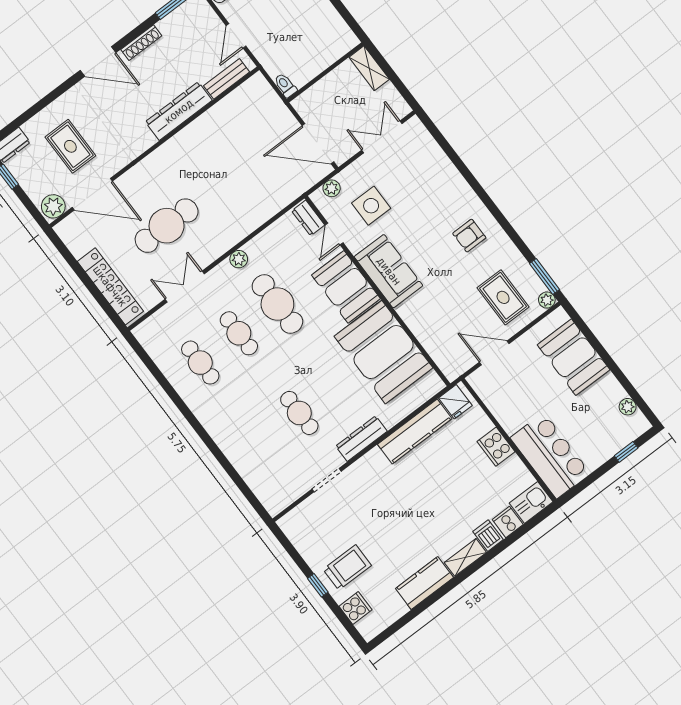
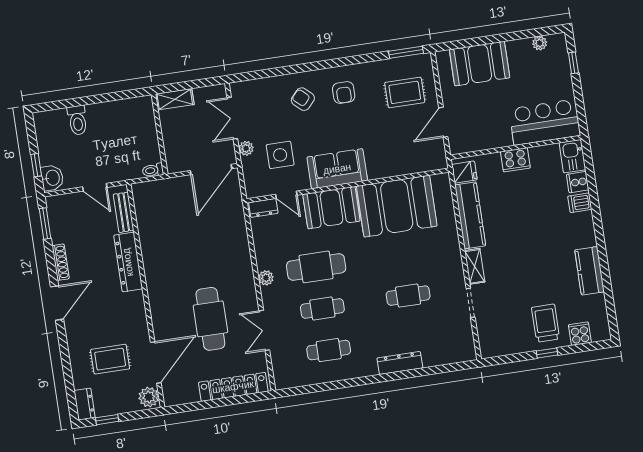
plant: (332, 188) -> (246, 148), moved
armchair: (440, 198) -> (303, 99), added
plant: (547, 300) -> (425, 60), removed
dresser: (361, 439) -> (400, 363), moved, turned 90
shelving: (465, 557) -> (475, 266), moved

